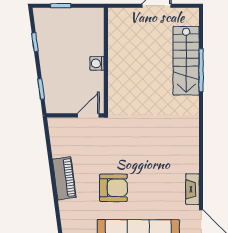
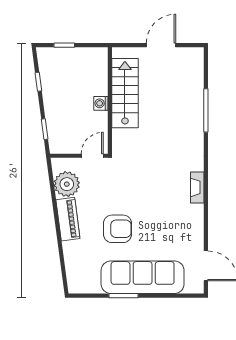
stairs: (186, 61) -> (125, 93), moved, turned 180
plant: (63, 143) -> (67, 184), added
fireplace: (193, 189) -> (197, 187), moved

